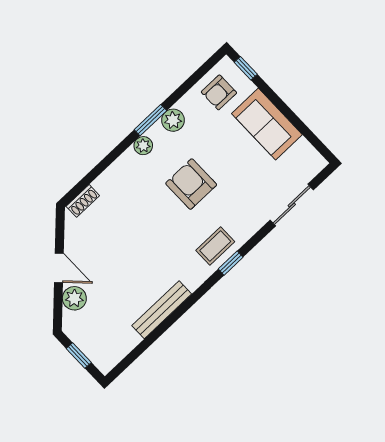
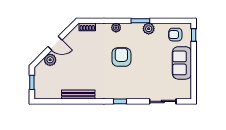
plant: (143, 146) -> (116, 28), moved
armchair: (191, 184) -> (121, 57), moved
coffee table: (215, 246) -> (120, 90), removed
door: (59, 268) -> (55, 43), hinge flipped

